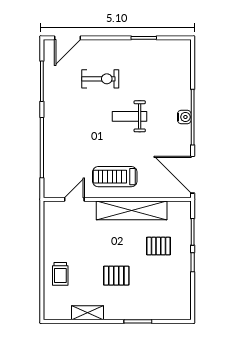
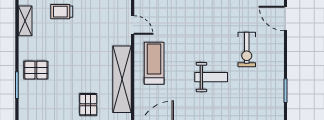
weight bench: (129, 116) -> (211, 77), turned 90
pallet: (116, 276) -> (36, 70), moved, turned 90
shelving: (87, 313) -> (25, 21), moved

